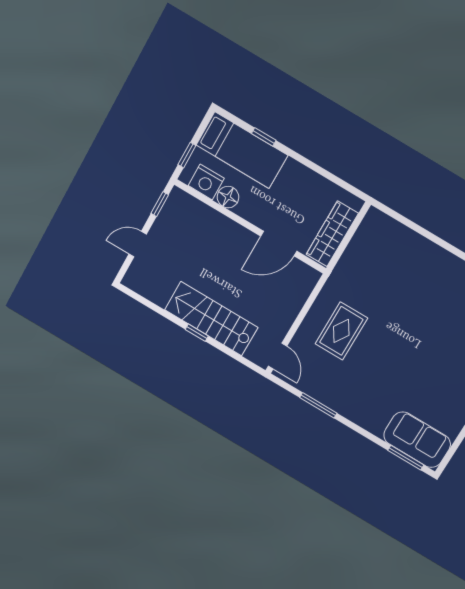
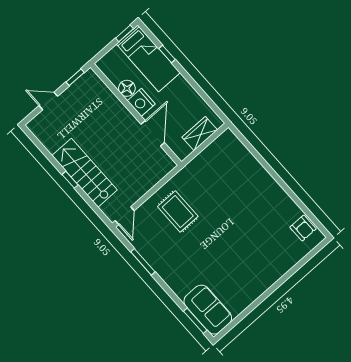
window: (187, 155) -> (124, 33), moved
nightstand: (206, 182) -> (141, 102), moved
wardrobe: (332, 234) -> (200, 134), width x0.67
door: (279, 244) -> (153, 133), swing flipped
rug: (341, 331) -> (178, 211), turned 90

